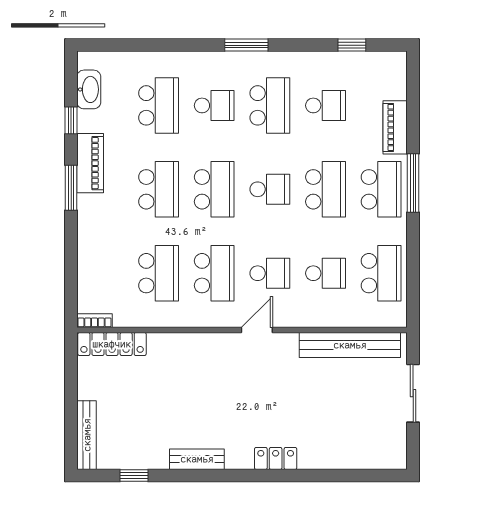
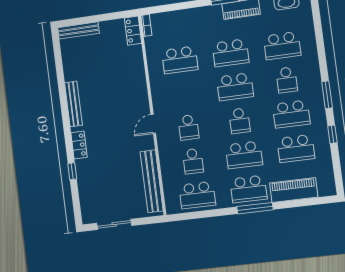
window: (352, 45) -> (332, 134), moved
school desk: (326, 105) -> (296, 148), width x1.85
piano: (395, 127) -> (294, 190), width x1.37, depth x1.33
school desk: (214, 273) -> (184, 94), removed
door: (257, 330) -> (153, 124), swing flipped
locker: (112, 344) -> (133, 31), width x0.66
sliding door: (413, 393) -> (114, 224), moved
bench: (197, 459) -> (73, 104), width x1.36
window: (134, 475) -> (72, 171), moved

